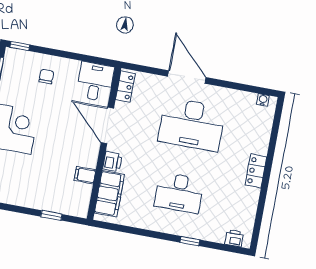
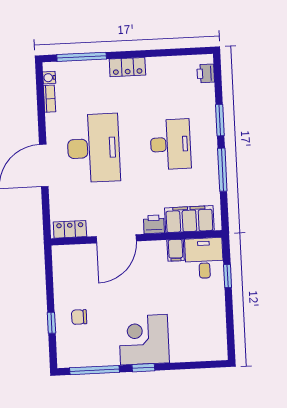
window: (20, 46) -> (51, 323), moved
desk: (95, 82) -> (204, 258), moved, turned 90
bookcase: (244, 96) -> (49, 99), added
window: (274, 133) -> (82, 57), added
window: (146, 233) -> (222, 170), added
window: (190, 241) -> (220, 120), width x1.50

